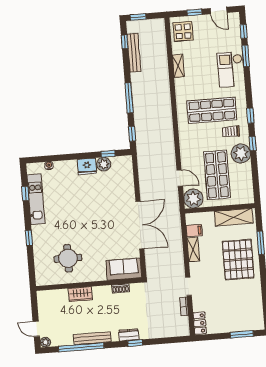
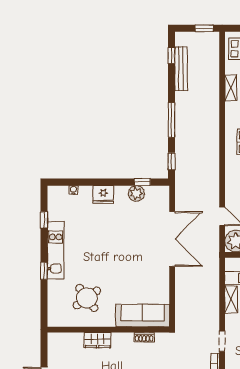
window: (138, 17) -> (204, 28), moved
fridge: (87, 166) -> (103, 194), moved
kitchen unit: (36, 199) -> (56, 250), moved
double door: (140, 225) -> (172, 239), moved
round table: (68, 258) -> (87, 298), turned -36
sofa: (124, 269) -> (143, 315), width x1.36

